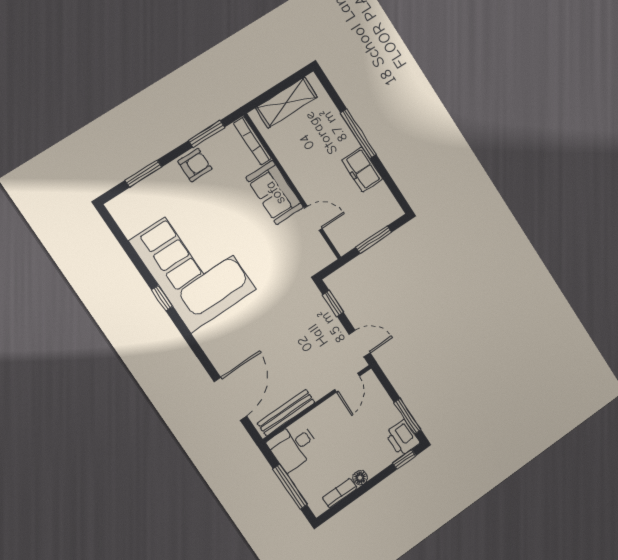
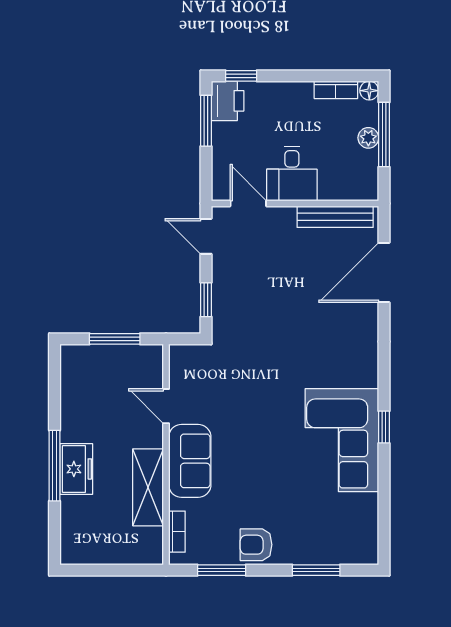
shelving: (286, 103) -> (148, 487), moved, turned 90
bookcase: (252, 141) -> (177, 532), width x0.64
freezer: (362, 170) -> (76, 469), moved
corner sofa: (193, 265) -> (342, 440), width x0.73, depth x0.74
door: (347, 383) -> (248, 203), hinge flipped
desk: (293, 446) -> (292, 174), moved, turned 90
plant: (299, 478) -> (368, 138), added
floor lamp: (360, 478) -> (369, 91), moved

